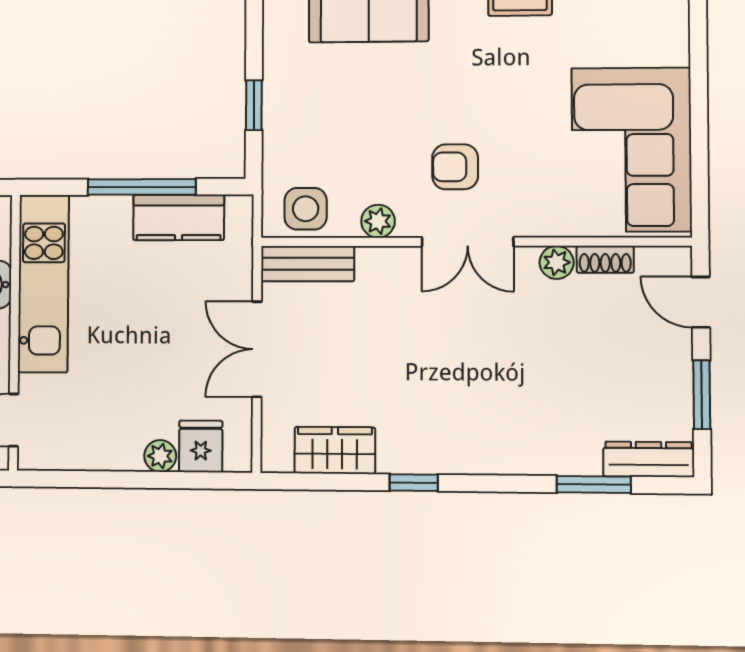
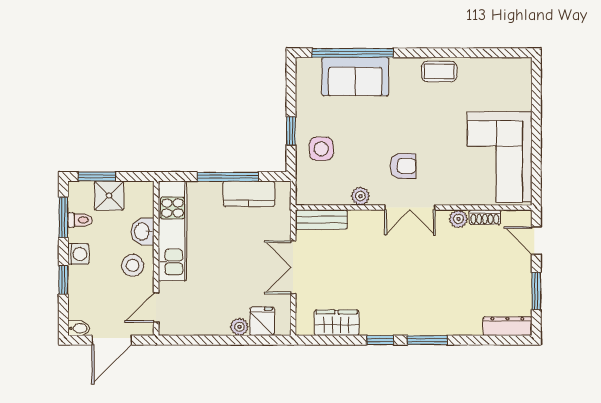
armchair: (455, 167) -> (403, 166), turned 180
side table: (306, 209) -> (321, 149), moved
window: (594, 485) -> (427, 340), moved

